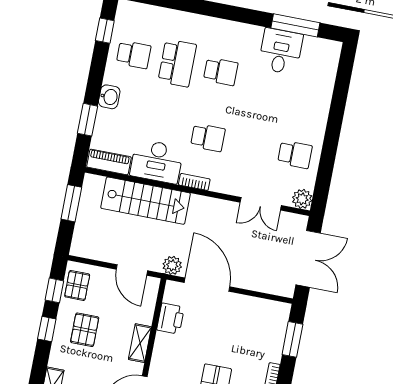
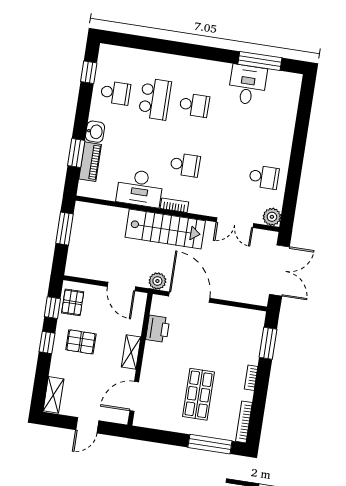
piano: (109, 162) -> (90, 162), moved, turned 90
stairs: (146, 201) -> (165, 229), moved
pallet: (85, 330) -> (81, 342), turned 90

